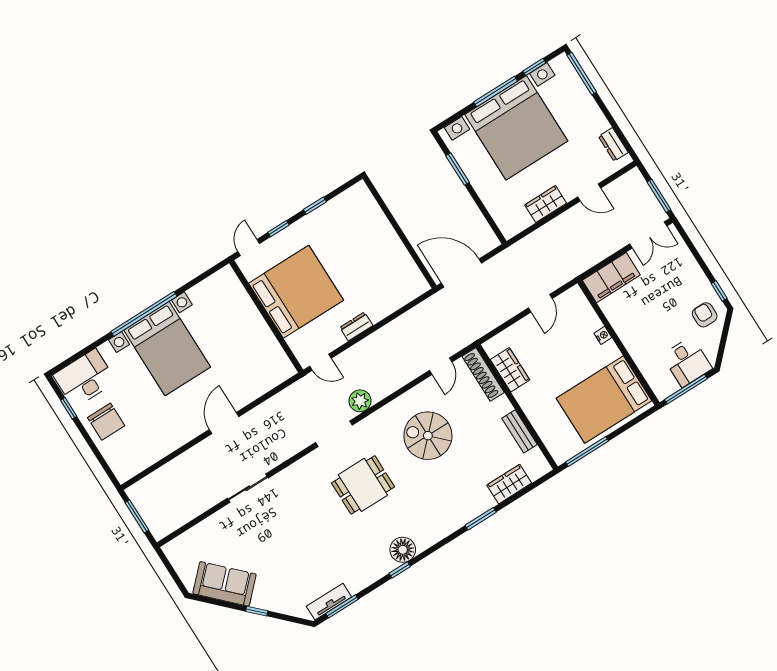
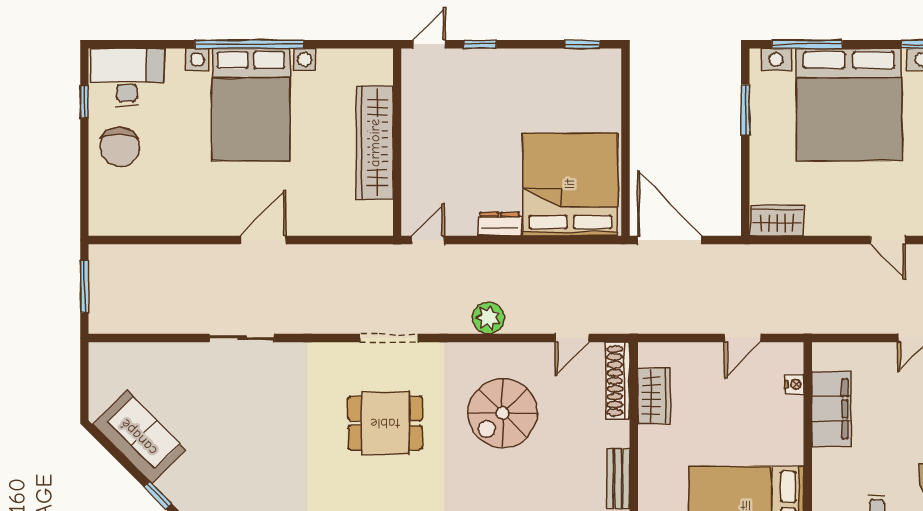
window: (496, 91) -> (807, 44), moved
wardrobe: (546, 204) -> (777, 221), moved
window: (315, 206) -> (582, 44), moved
filing cabinet: (611, 278) -> (831, 409), moved, turned -90
bed: (296, 292) -> (570, 184), moved, turned -90
wardrobe: (253, 325) -> (375, 143), added
nightstand: (603, 335) -> (794, 384), moved
door: (320, 362) -> (428, 240), swing flipped
plant: (360, 401) -> (488, 318), moved
spiral stairs: (428, 436) -> (503, 413), turned -90

